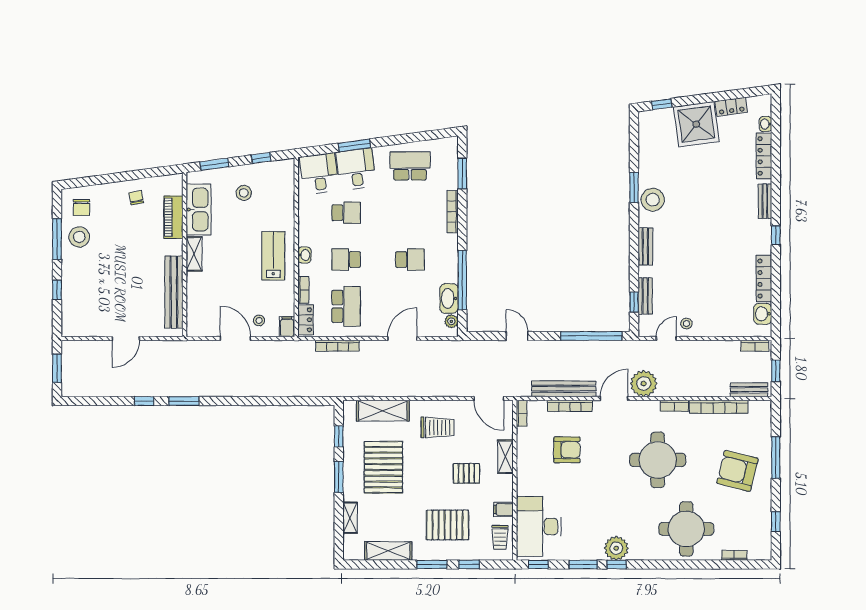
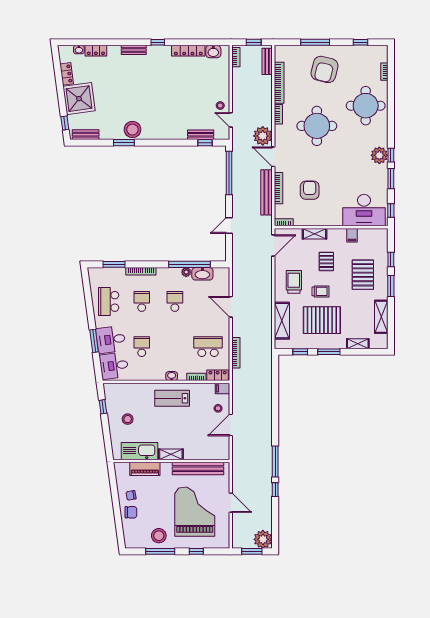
locker: (764, 156) -> (96, 51), width x0.66
window: (214, 164) -> (107, 440), removed
chair: (81, 208) -> (131, 512), moved
bench: (645, 246) -> (86, 135), moved
school desk: (346, 260) -> (142, 301), moved, turned 180
grand piano: (113, 288) -> (195, 512), added
plant: (451, 321) -> (186, 272), moved
plant: (74, 384) -> (263, 539), added
window: (184, 401) -> (275, 462), width x1.44
trolley: (500, 537) -> (321, 291), moved

